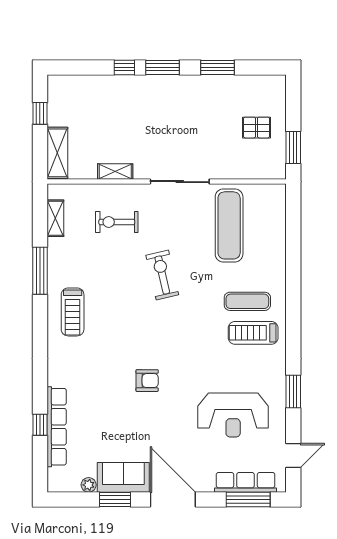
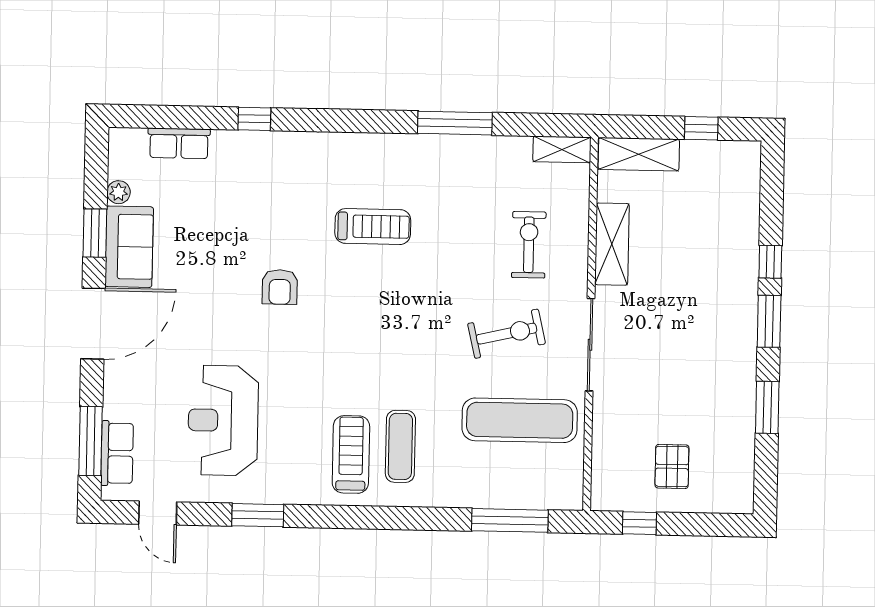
window: (293, 148) -> (639, 523), width x0.67
shelving: (115, 171) -> (612, 244), width x1.50, depth x1.33
shelving: (55, 218) -> (562, 149), moved
window: (293, 230) -> (510, 520), added
exercise bike: (162, 275) -> (507, 334), moved
treadmill: (73, 312) -> (373, 227), moved, turned 180
window: (40, 425) -> (254, 119), moved
row of seats: (57, 427) -> (179, 143), width x0.50
row of seats: (246, 482) -> (117, 453), width x0.68

